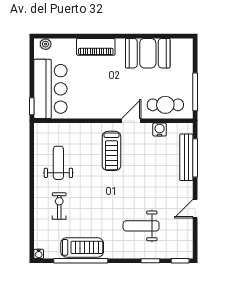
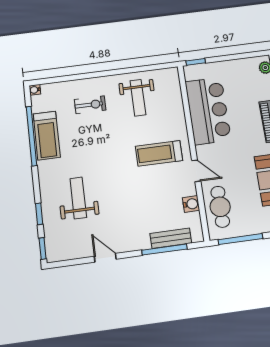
bar counter: (50, 89) -> (208, 111), moved, turned -90
bench: (186, 157) -> (171, 238), width x0.73
weight bench: (58, 163) -> (138, 98), turned 90

